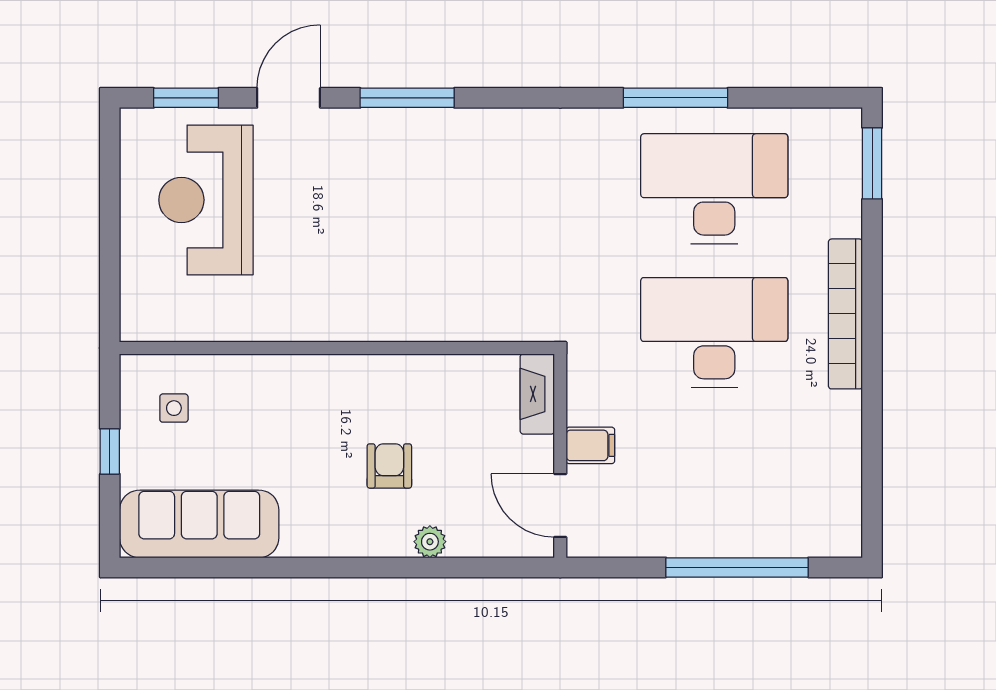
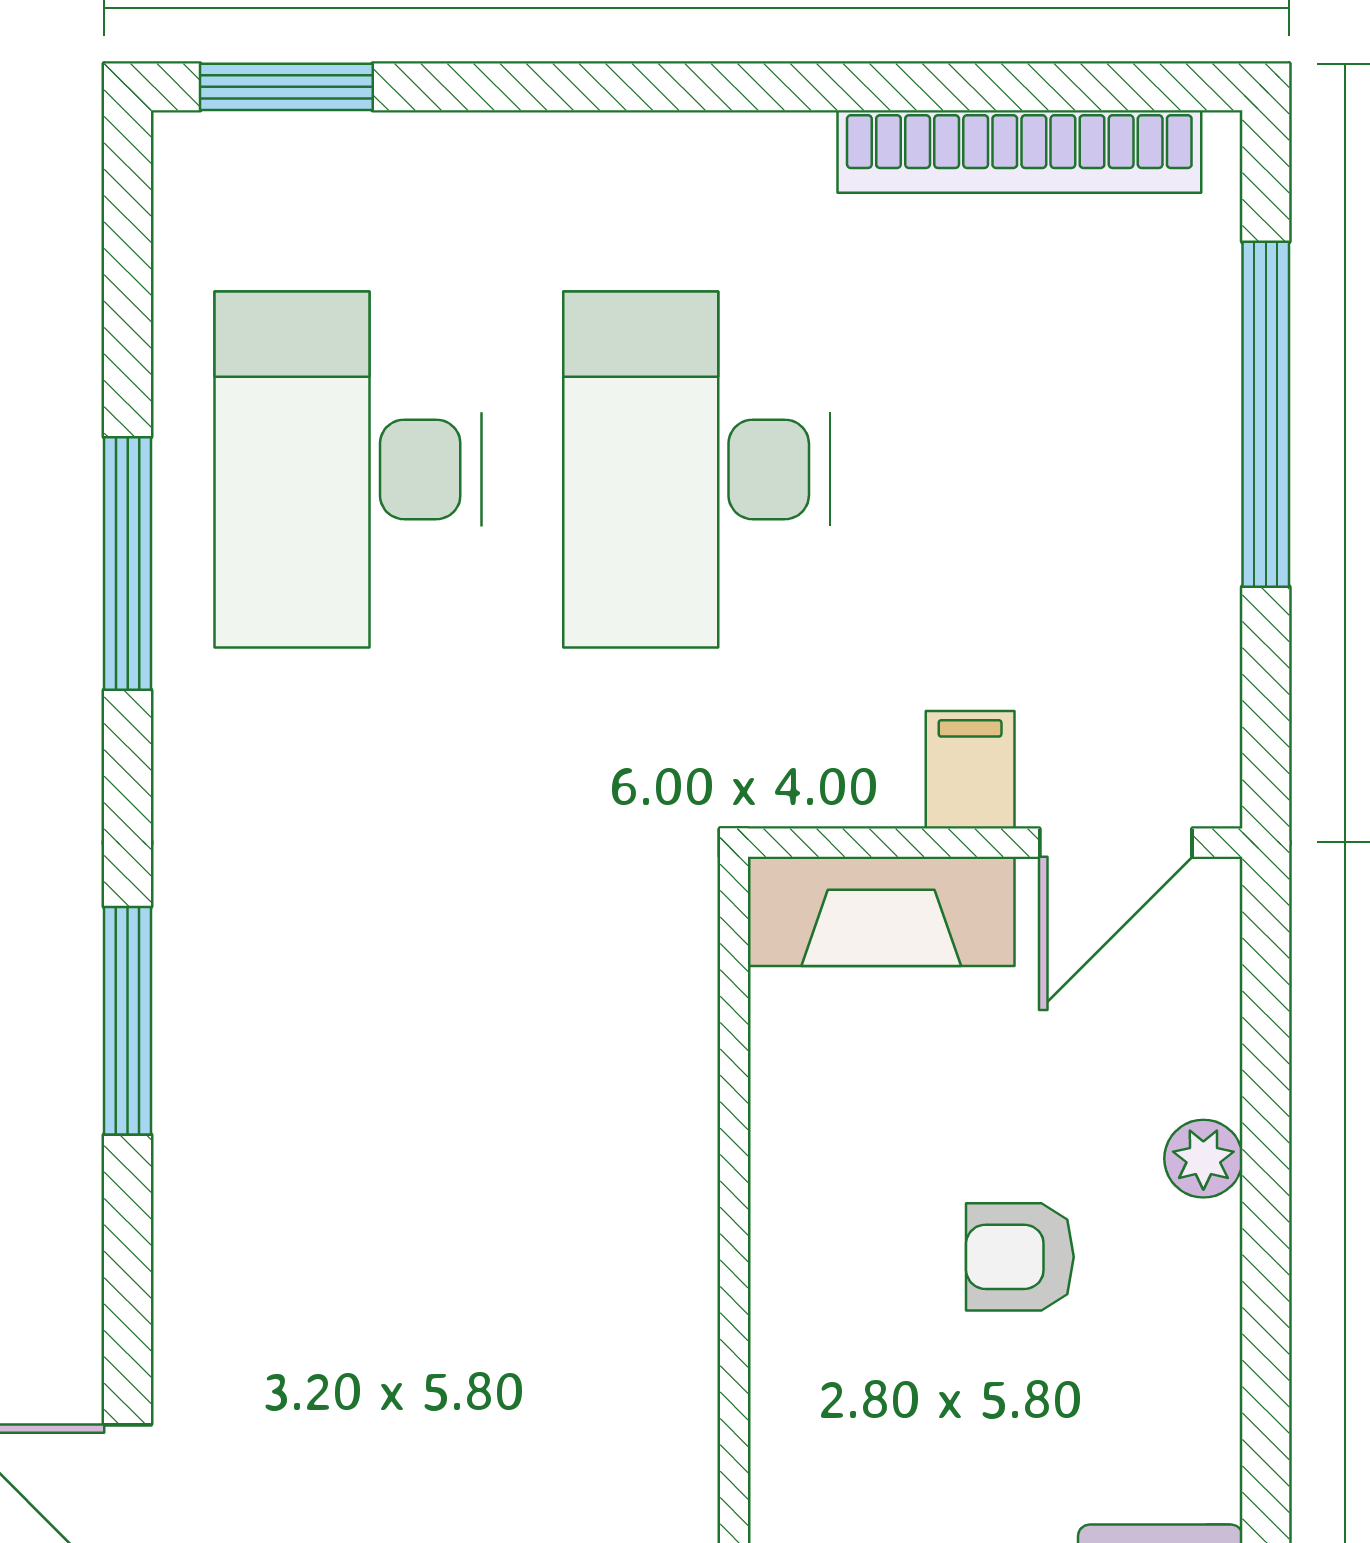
window: (407, 98) -> (128, 1021), moved
bookcase: (845, 314) -> (1019, 152), moved
fireplace: (537, 394) -> (881, 911), width x1.37, depth x1.32

